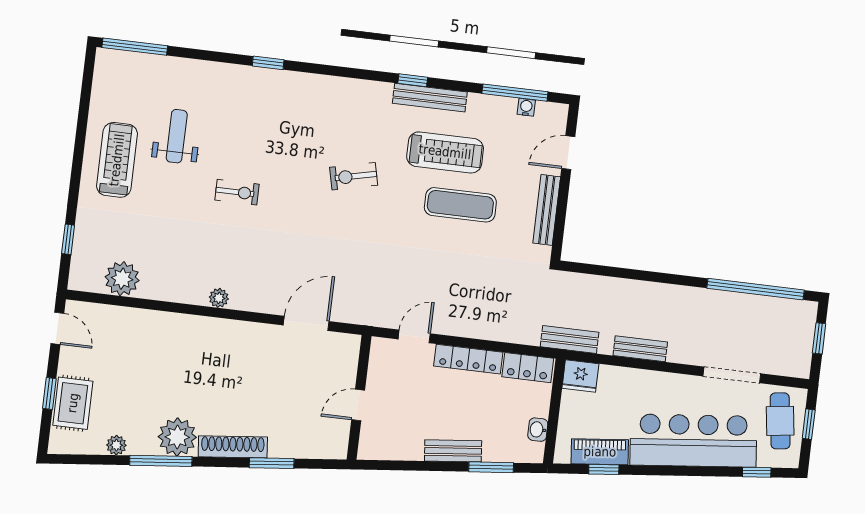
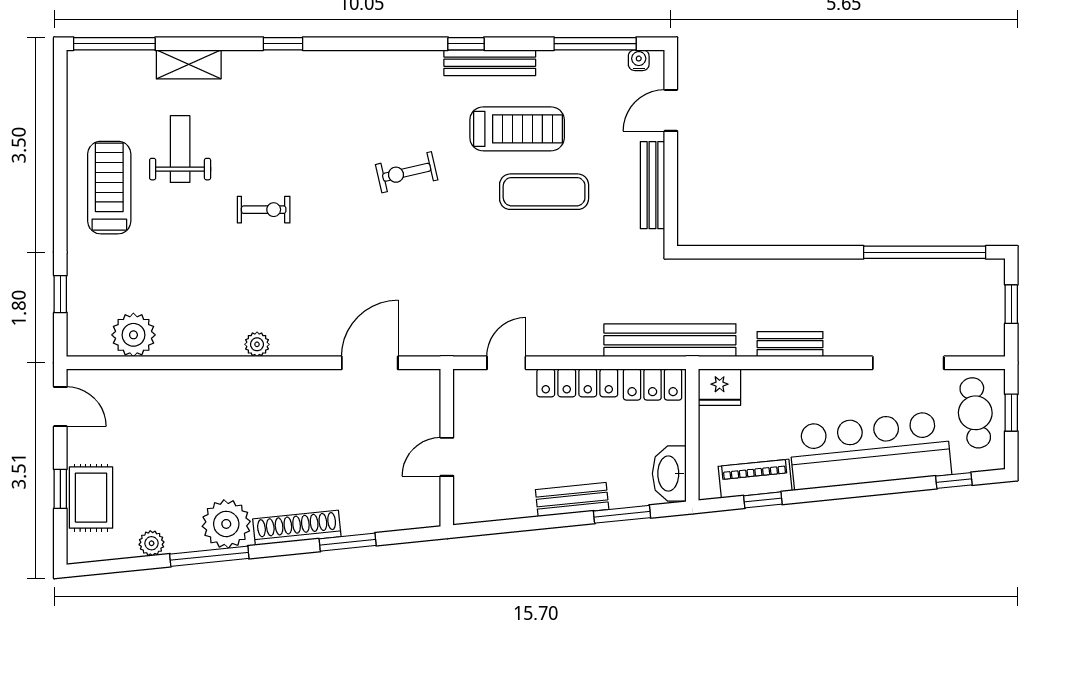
shelving: (192, 70) -> (189, 64), added
water cooler: (526, 107) -> (639, 60), moved
bench: (570, 339) -> (670, 340), width x1.86, depth x1.21
washbasin: (538, 430) -> (669, 474), width x1.91, depth x1.45

